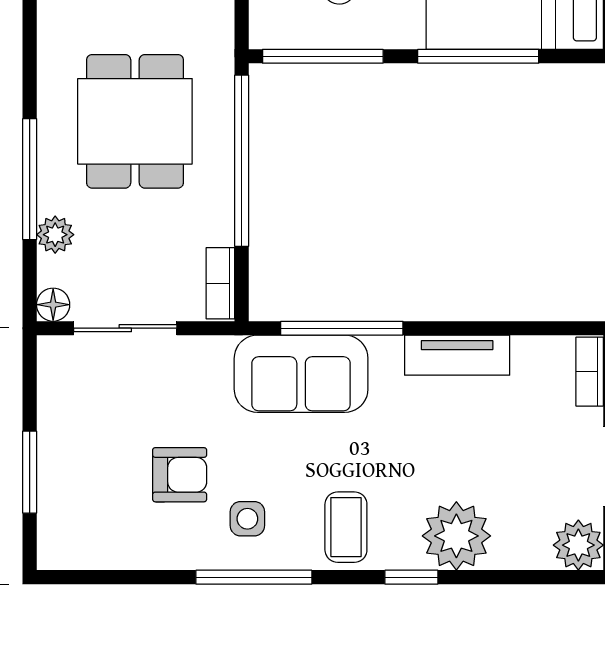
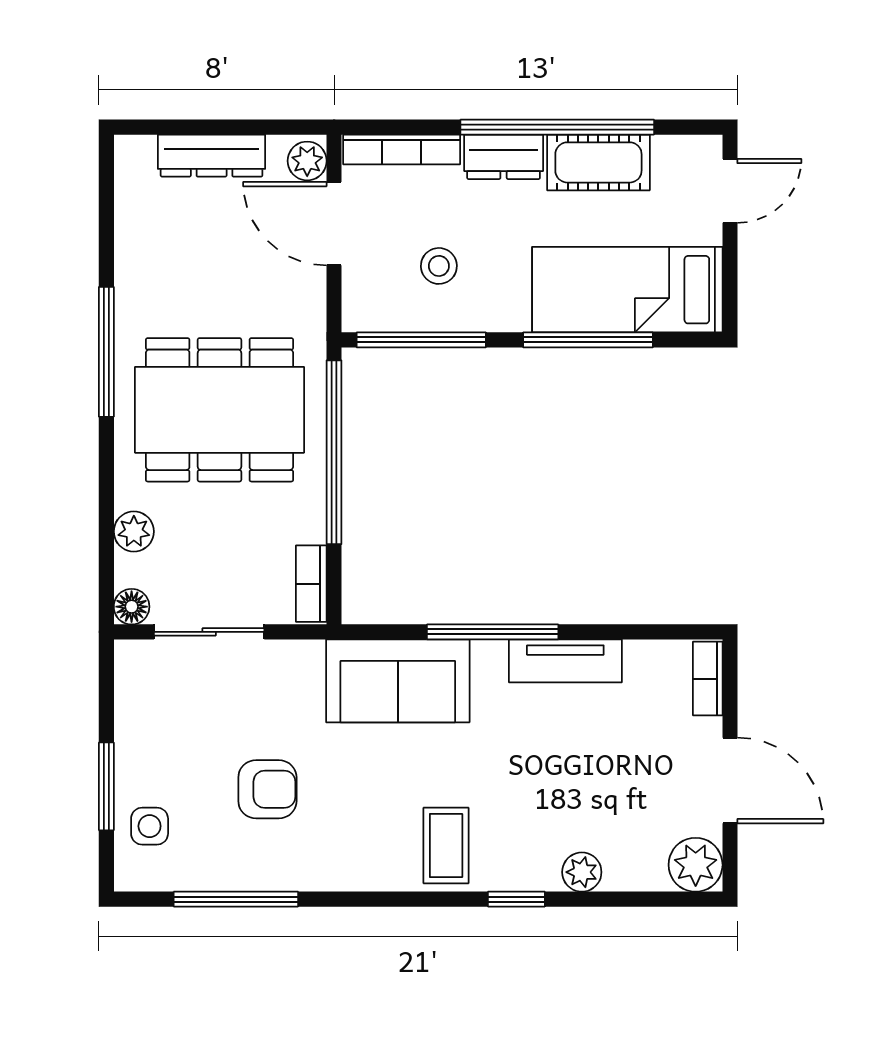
dining table: (135, 121) -> (219, 410), width x1.38
window: (30, 179) -> (106, 352), moved
window: (342, 328) -> (493, 632), moved
side table: (247, 519) -> (150, 826), moved
plant: (456, 536) -> (582, 872), width x0.53, depth x0.53
window: (254, 577) -> (236, 899), moved

